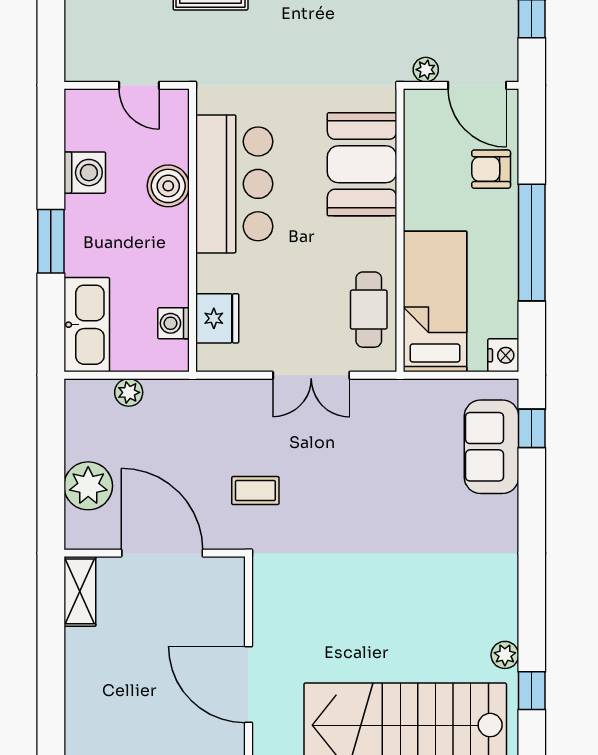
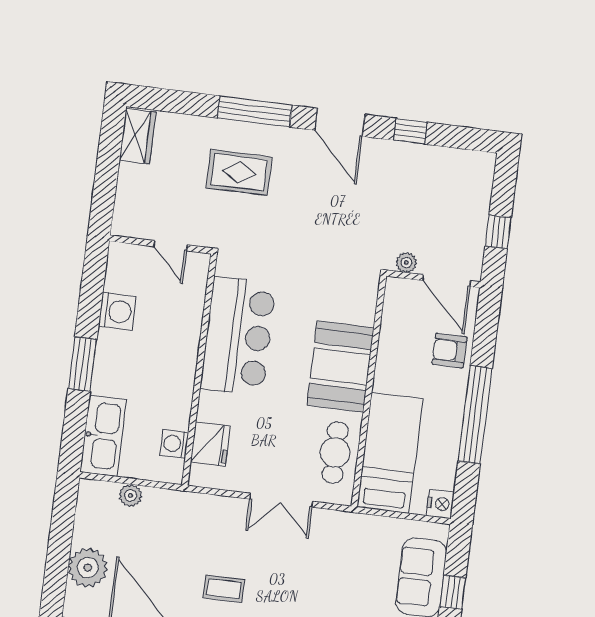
booth: (362, 164) -> (340, 367), moved
boiler: (168, 186) -> (184, 331), removed
window: (532, 428) -> (453, 592), moved

